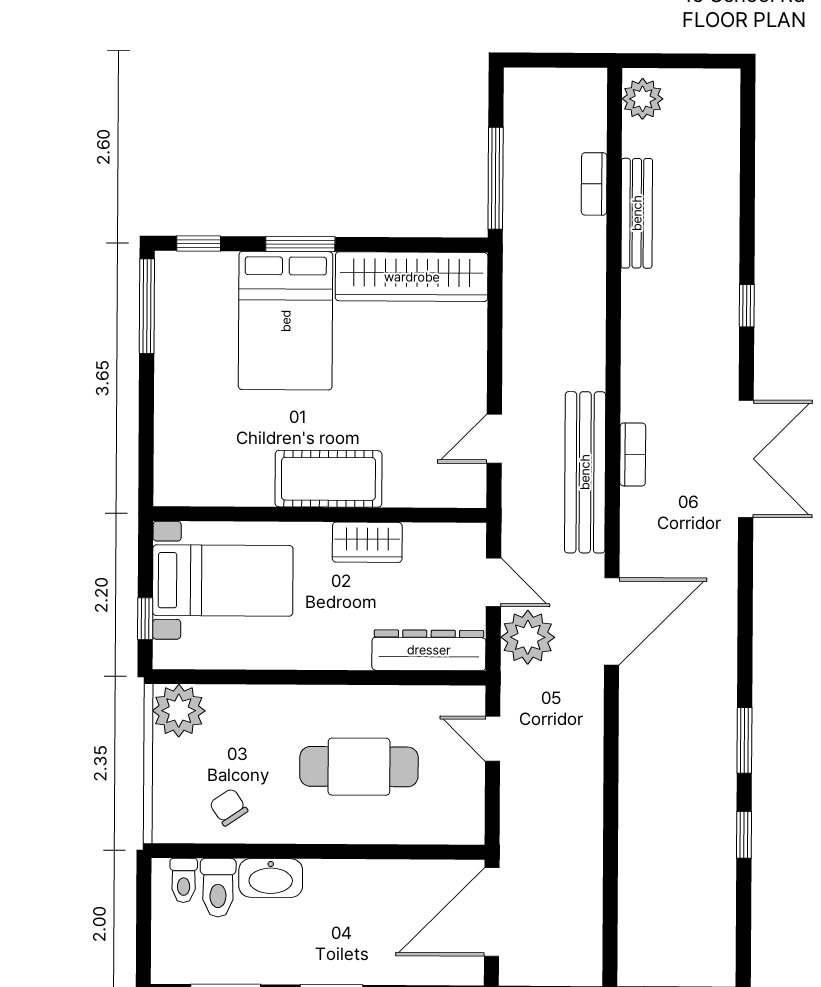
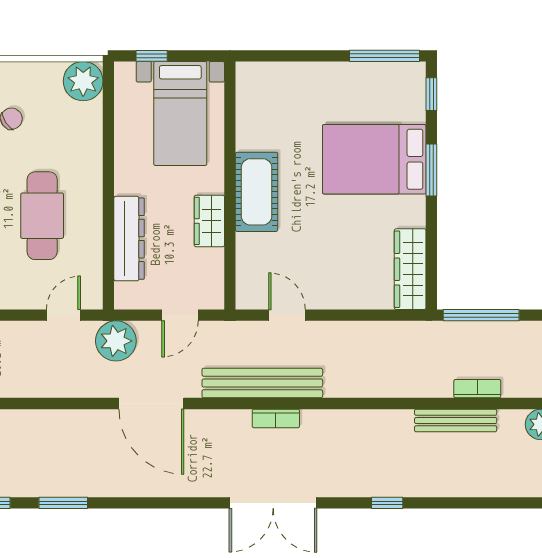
wardrobe: (412, 277) -> (410, 269), width x0.71, depth x0.85
plant: (528, 637) -> (116, 341), moved
dresser: (429, 650) -> (129, 239), moved

